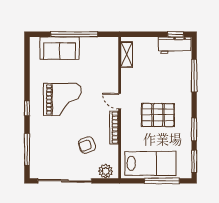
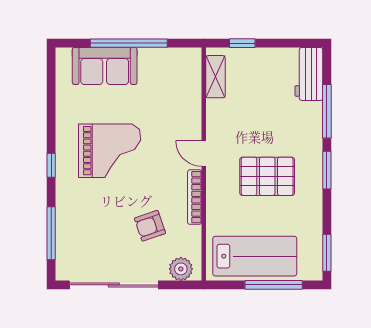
window: (176, 34) -> (242, 43), moved
workbench: (175, 45) -> (309, 74), moved, turned 90
window: (194, 130) -> (327, 170), moved

